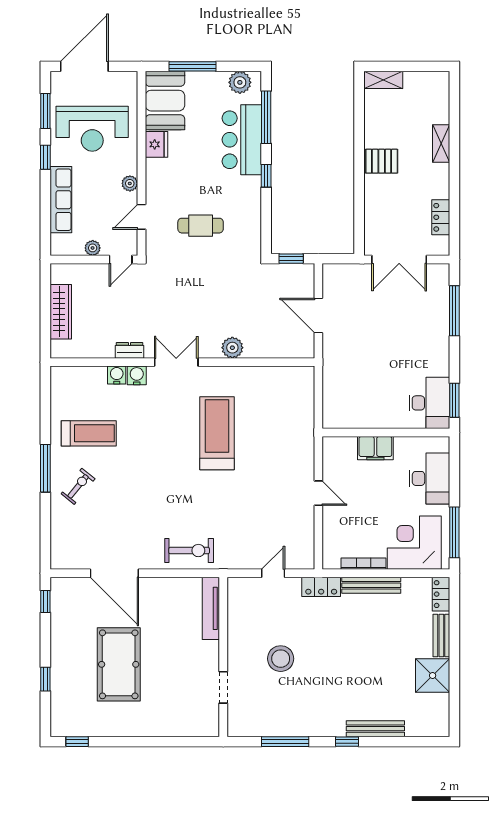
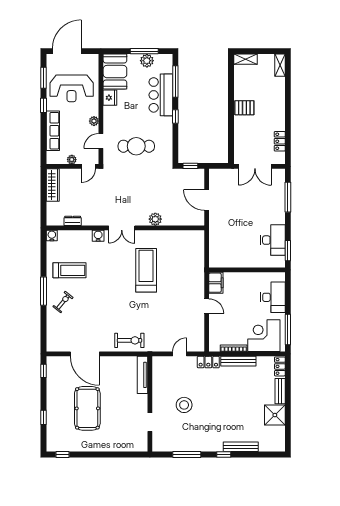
window: (192, 66) -> (144, 51), moved
plant: (240, 82) -> (147, 61), moved
shelving: (441, 144) -> (280, 65), moved
cafe table: (201, 226) -> (136, 146), width x1.37, depth x1.35
wardrobe: (61, 312) -> (53, 185), moved
dresser: (129, 350) -> (73, 221), moved
double door: (176, 362) -> (122, 228), swing flipped
water cooler: (117, 375) -> (52, 235), moved
desk: (429, 403) -> (273, 240), moved
filing cabinet: (375, 448) -> (216, 283), moved, turned -90

